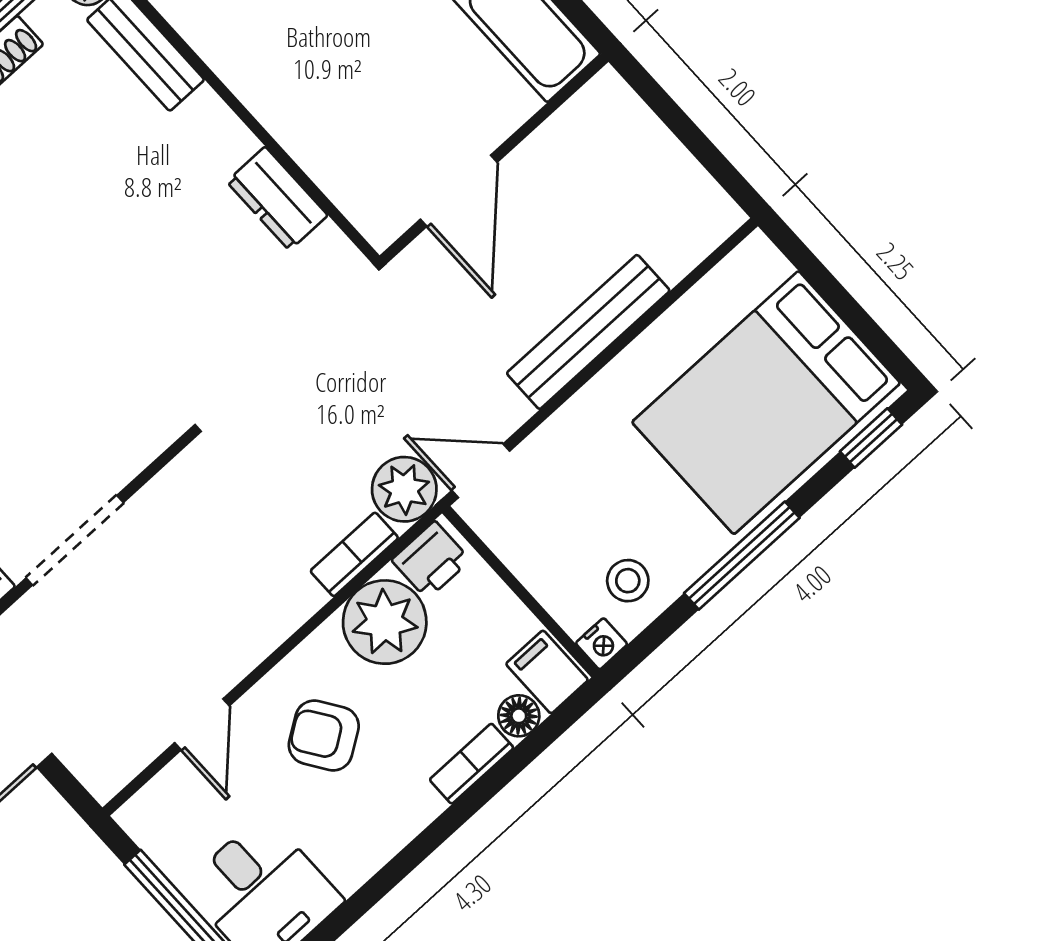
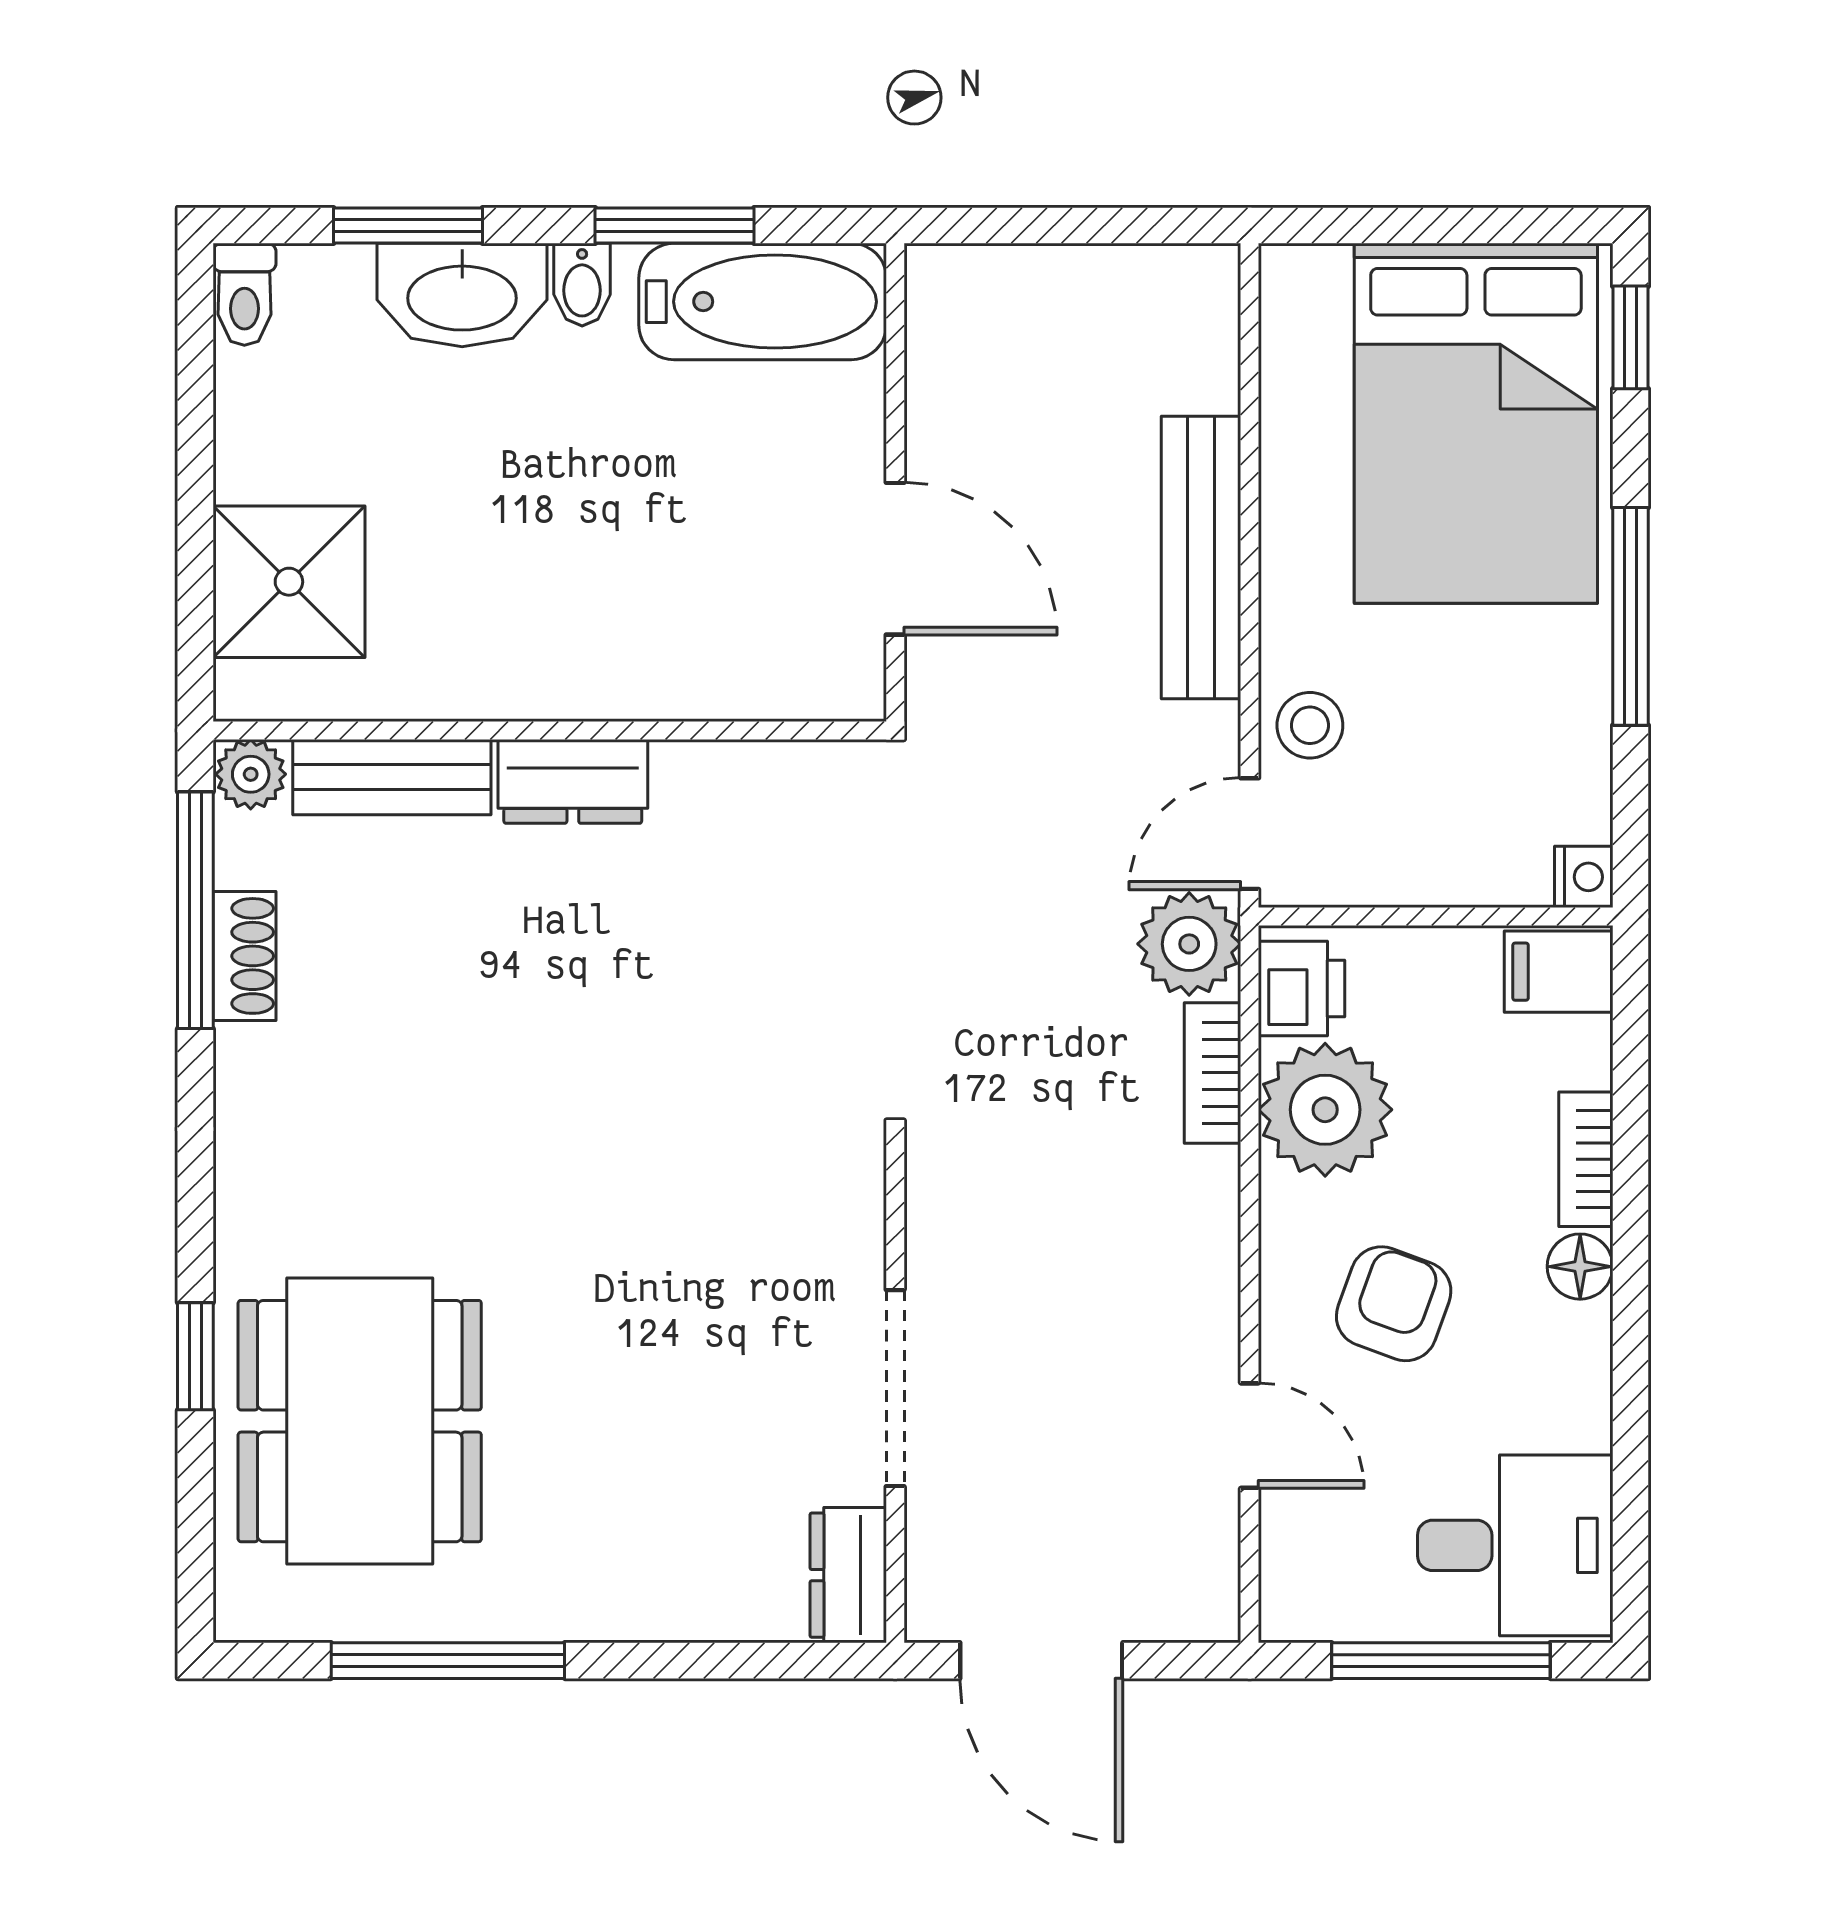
dresser: (277, 198) -> (573, 781), moved
stool: (628, 581) -> (1310, 725), moved
floor lamp: (519, 716) -> (1580, 1267), moved
armchair: (324, 735) -> (1394, 1304), turned 144

